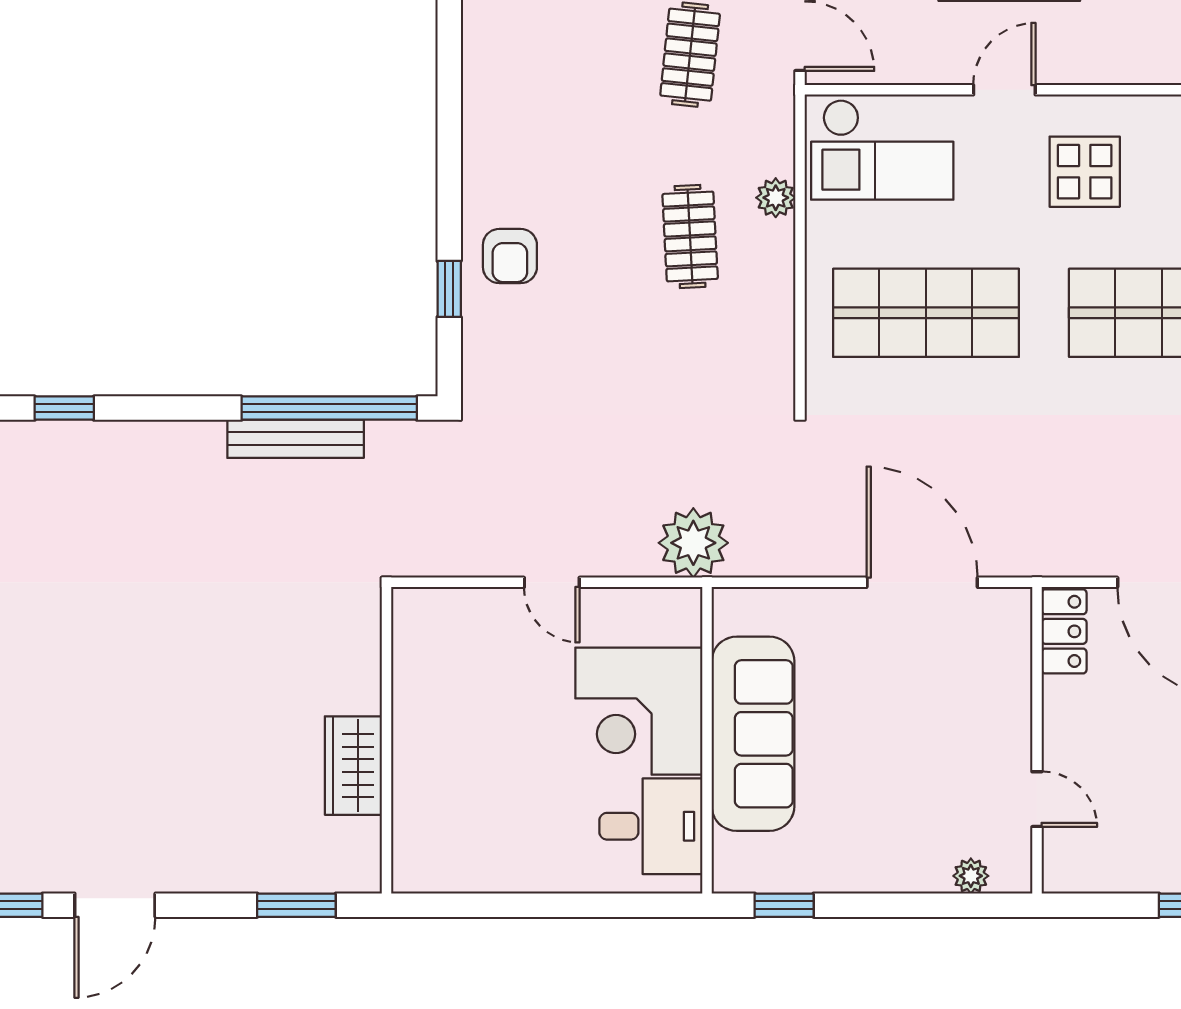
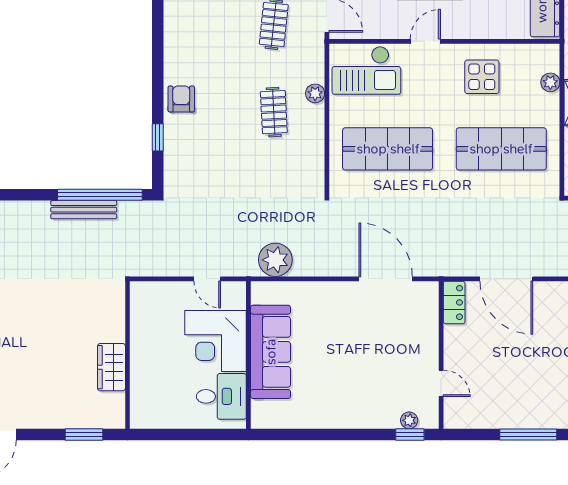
display table: (1085, 172) -> (482, 77), moved
armchair: (510, 256) -> (181, 99), moved, turned 180
corner desk: (639, 711) -> (216, 341), moved
sofa: (753, 734) -> (271, 352), moved
wall: (707, 740) -> (248, 355), moved
desk: (651, 826) -> (221, 396), moved
window: (784, 905) -> (410, 434), moved

